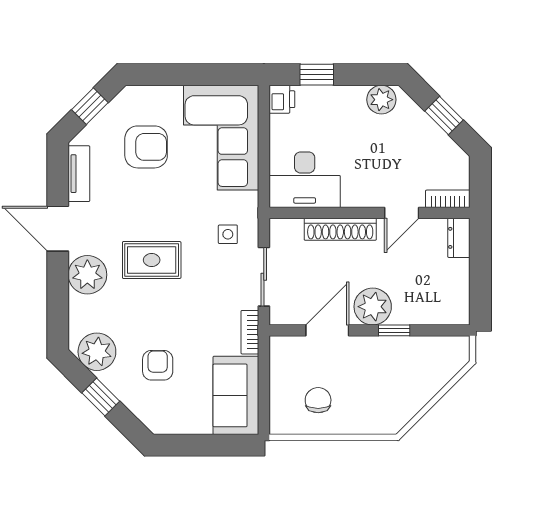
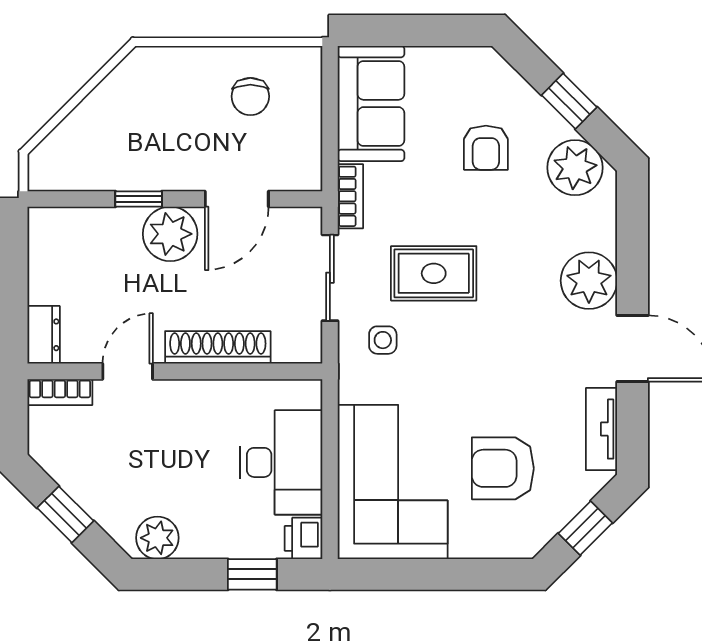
desk: (305, 180) -> (281, 462), moved, turned 90
rug: (152, 260) -> (434, 273), moved

